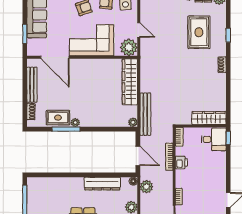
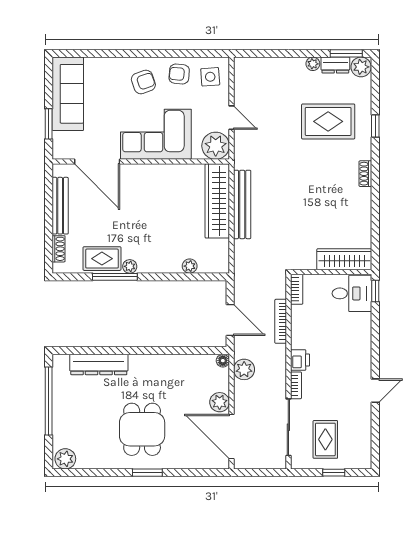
rug: (199, 32) -> (328, 121), turned 90
bench: (145, 114) -> (242, 204), moved
plant: (133, 122) -> (190, 266), moved
printer: (181, 162) -> (300, 360), moved
dresser: (102, 184) -> (99, 364), moved

